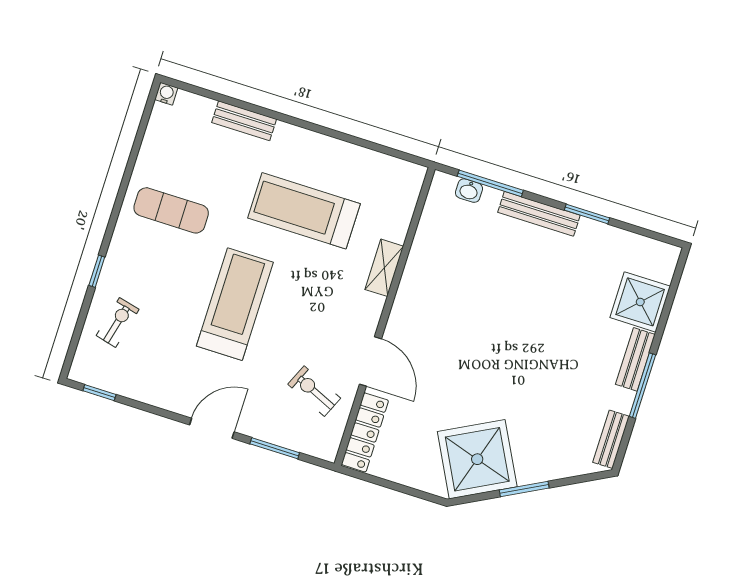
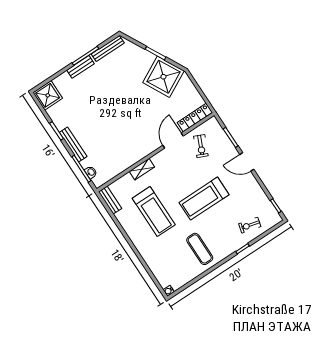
bench: (244, 121) -> (110, 200), moved
shower: (640, 302) -> (48, 95), moved
bench: (611, 439) -> (108, 48), width x1.36

